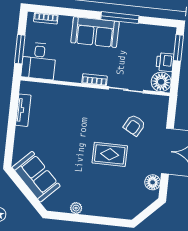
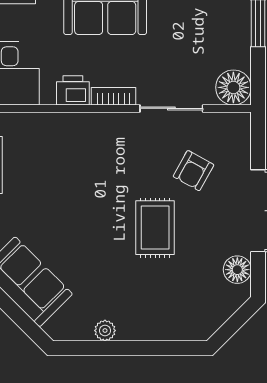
printer: (165, 62) -> (73, 90), moved, turned 90
rug: (110, 154) -> (155, 228), turned 90

